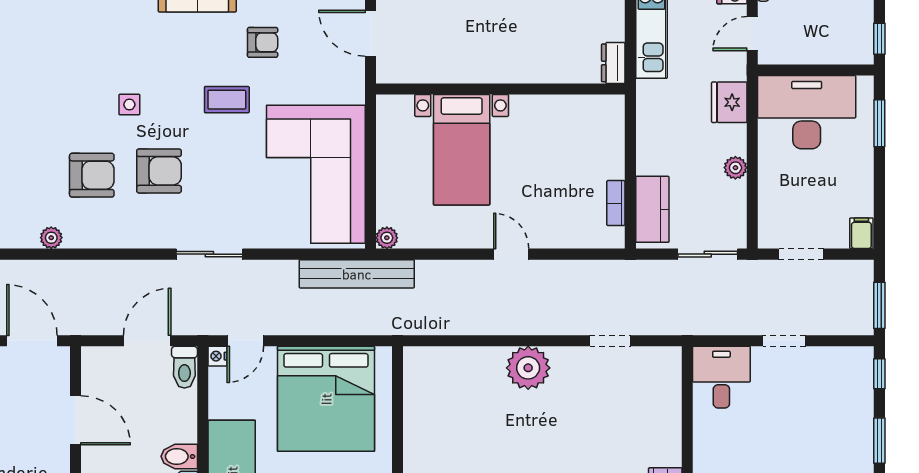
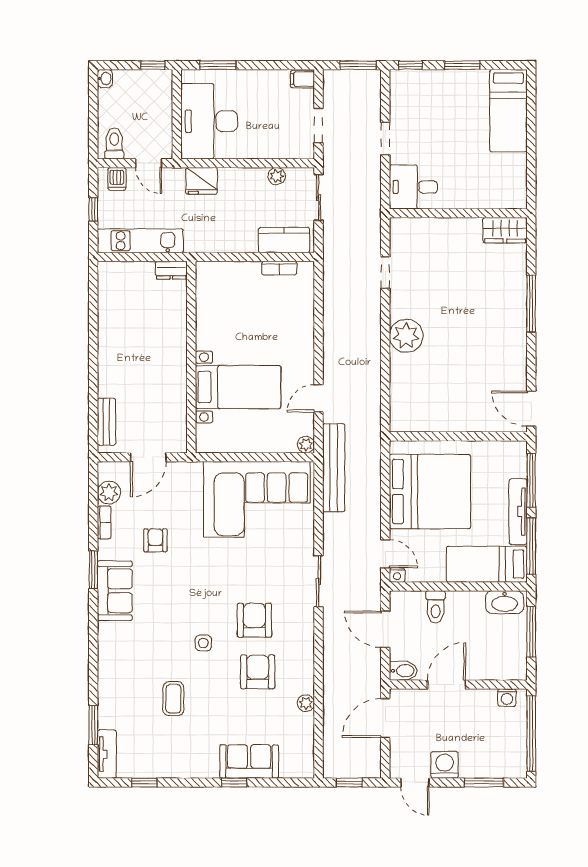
coffee table: (227, 100) -> (173, 699), moved
plant: (735, 168) -> (277, 176), moved
door: (511, 254) -> (319, 398), moved
toilet: (184, 367) -> (436, 607), moved, turned 90
bidet: (179, 456) -> (403, 671), moved, turned -90

